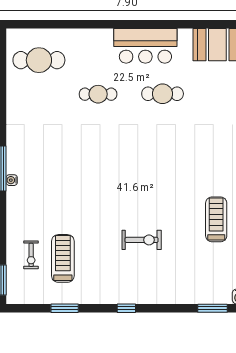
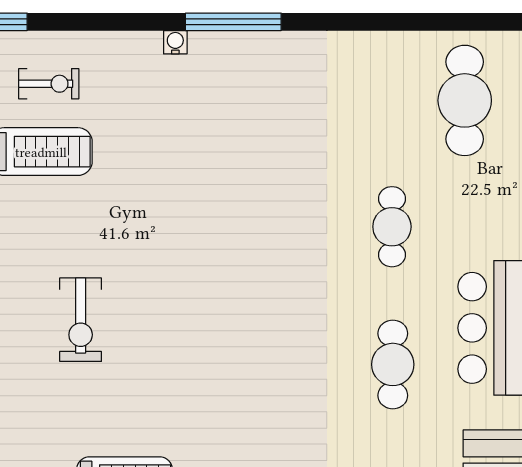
water cooler: (12, 180) -> (175, 42), moved
exercise bike: (31, 255) -> (49, 84), turned 180

